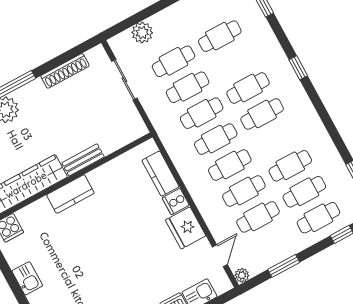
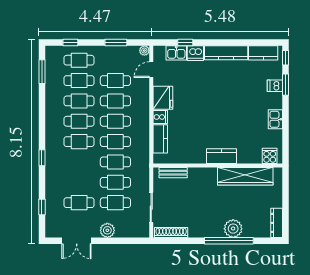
plant: (142, 33) -> (107, 230), moved
shoe rack: (65, 71) -> (171, 233), moved
cafe table: (248, 88) -> (79, 121), moved
bench: (83, 160) -> (173, 173), moved

